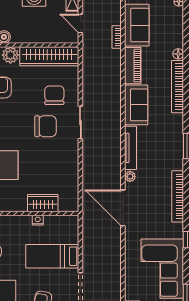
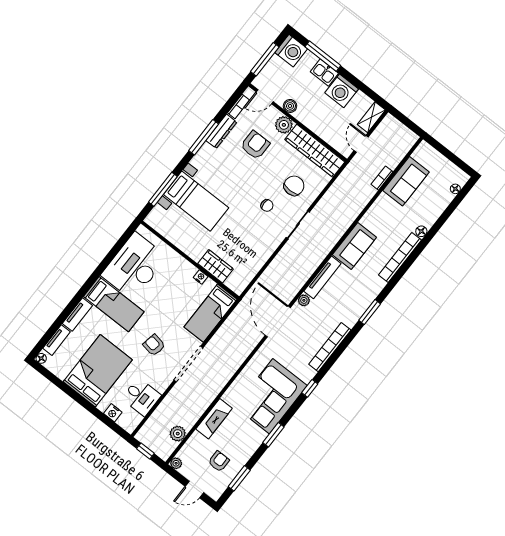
piano: (133, 66) -> (377, 212), removed
chair: (46, 126) -> (267, 205), width x0.54, depth x0.54
bed: (52, 256) -> (211, 313), moved, turned -90

